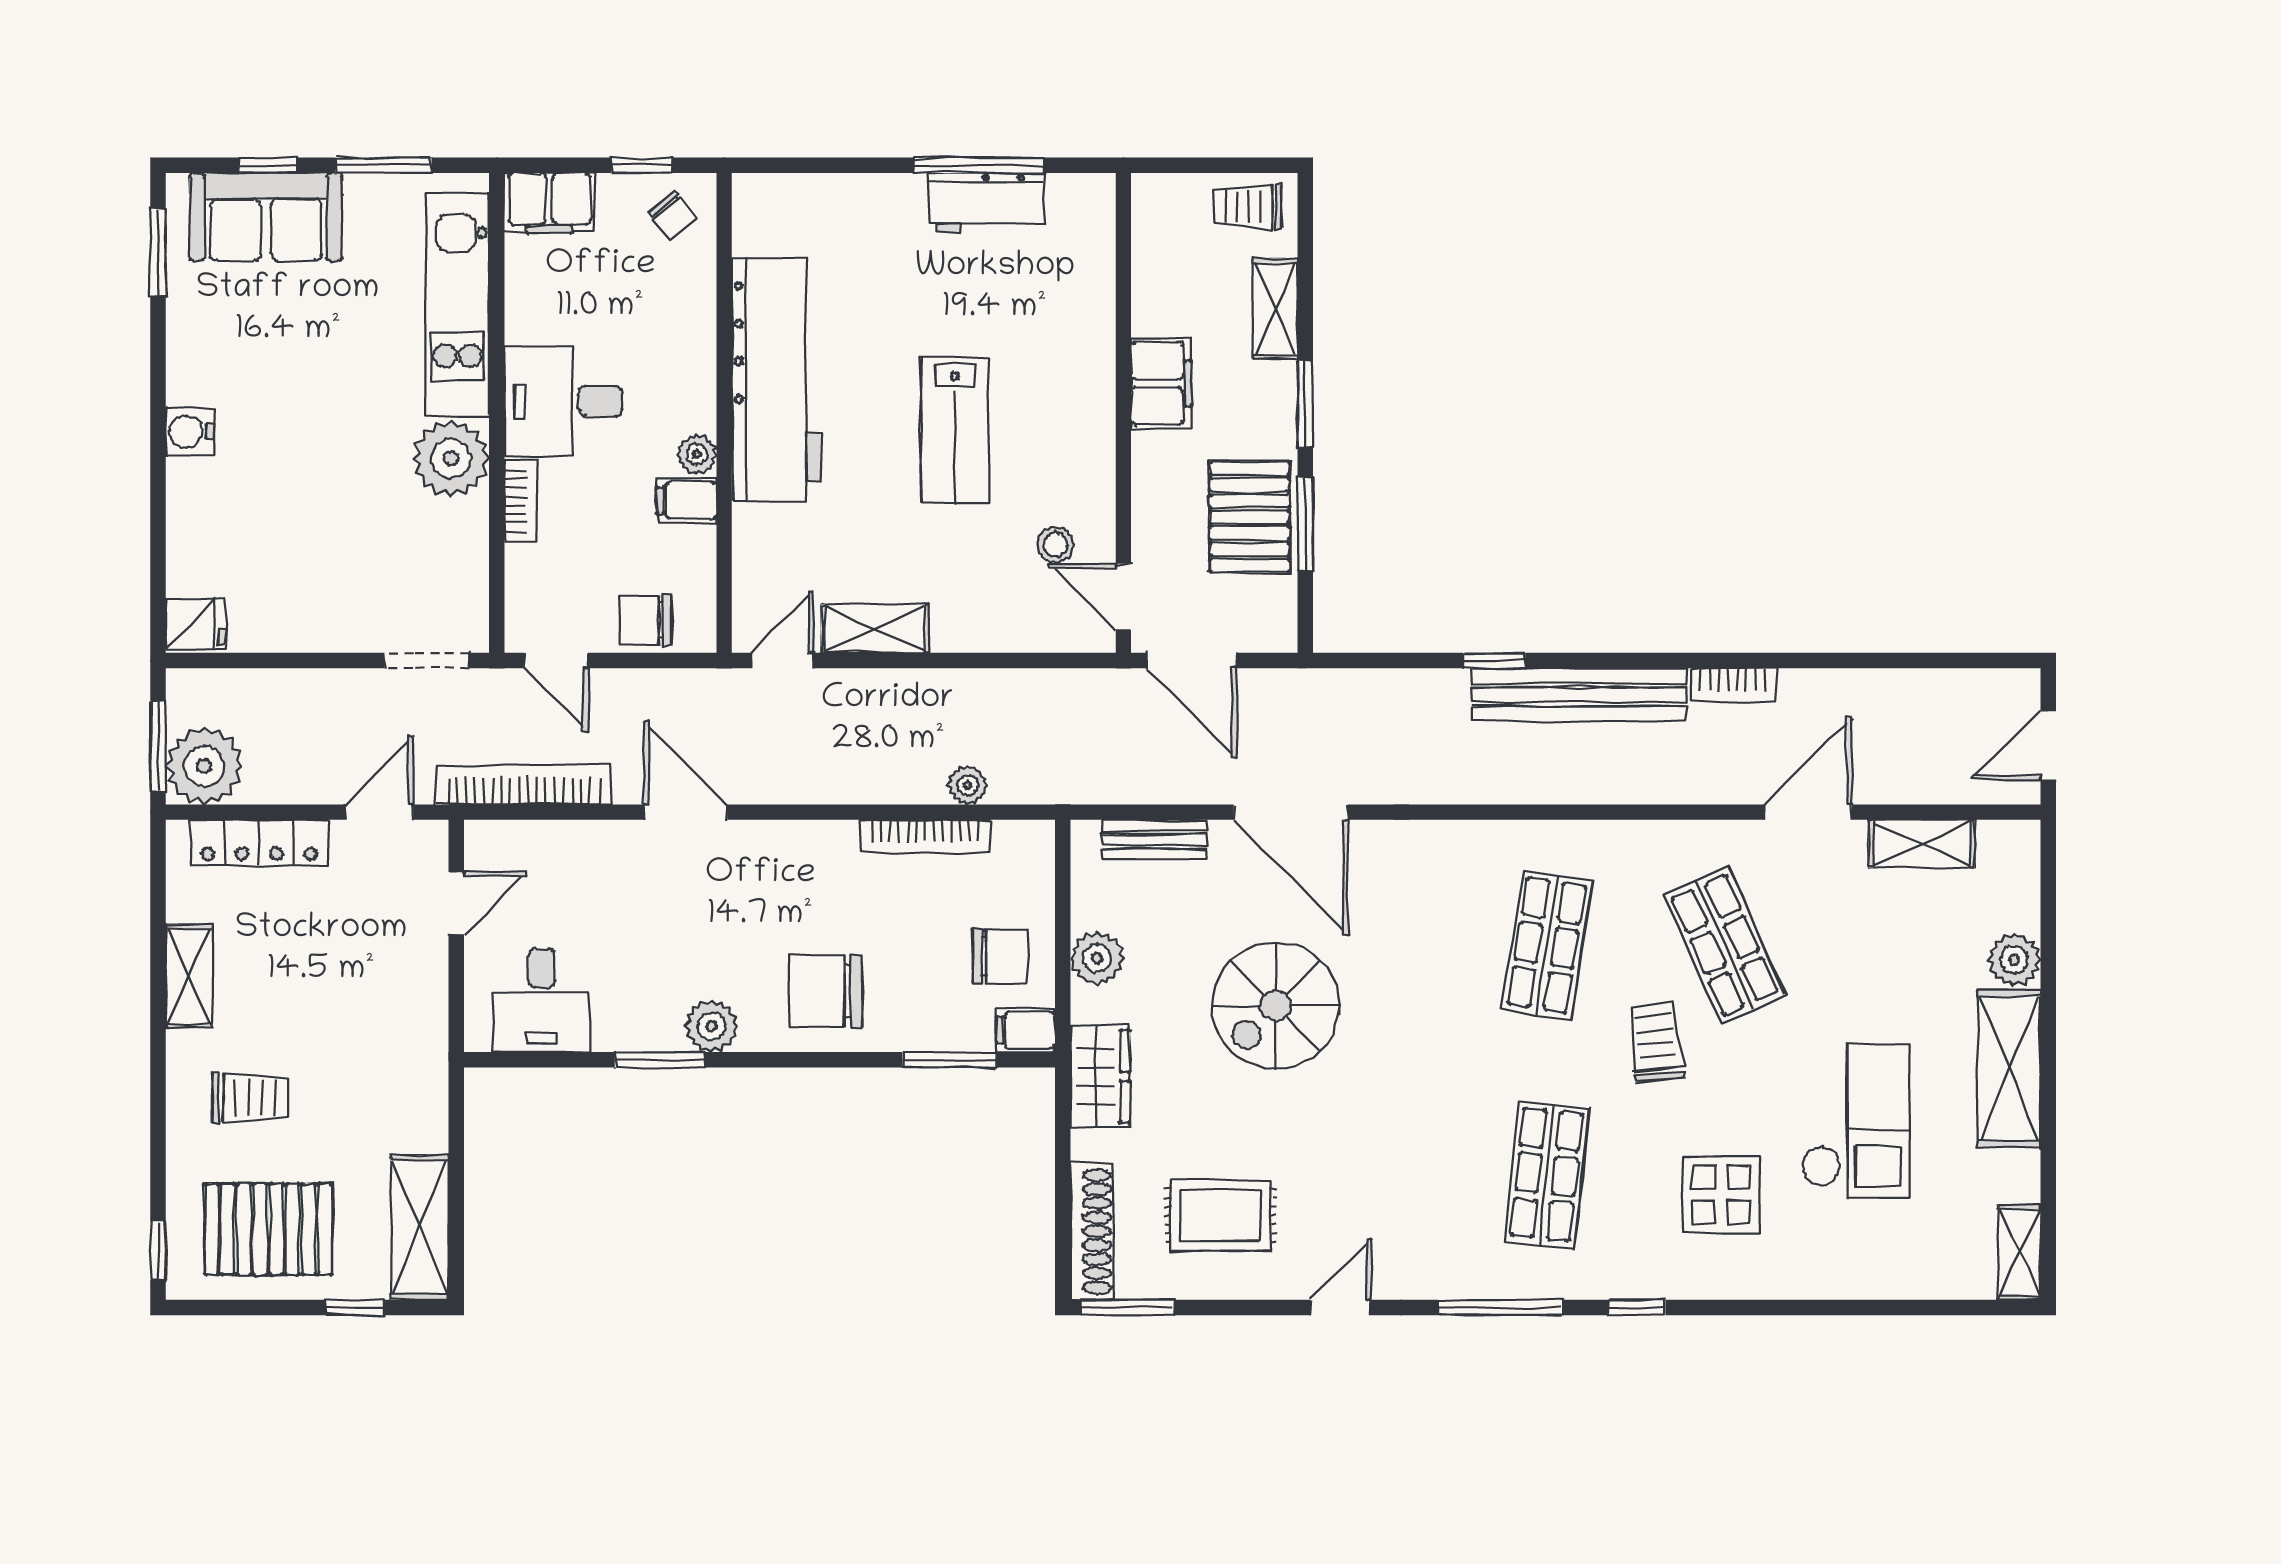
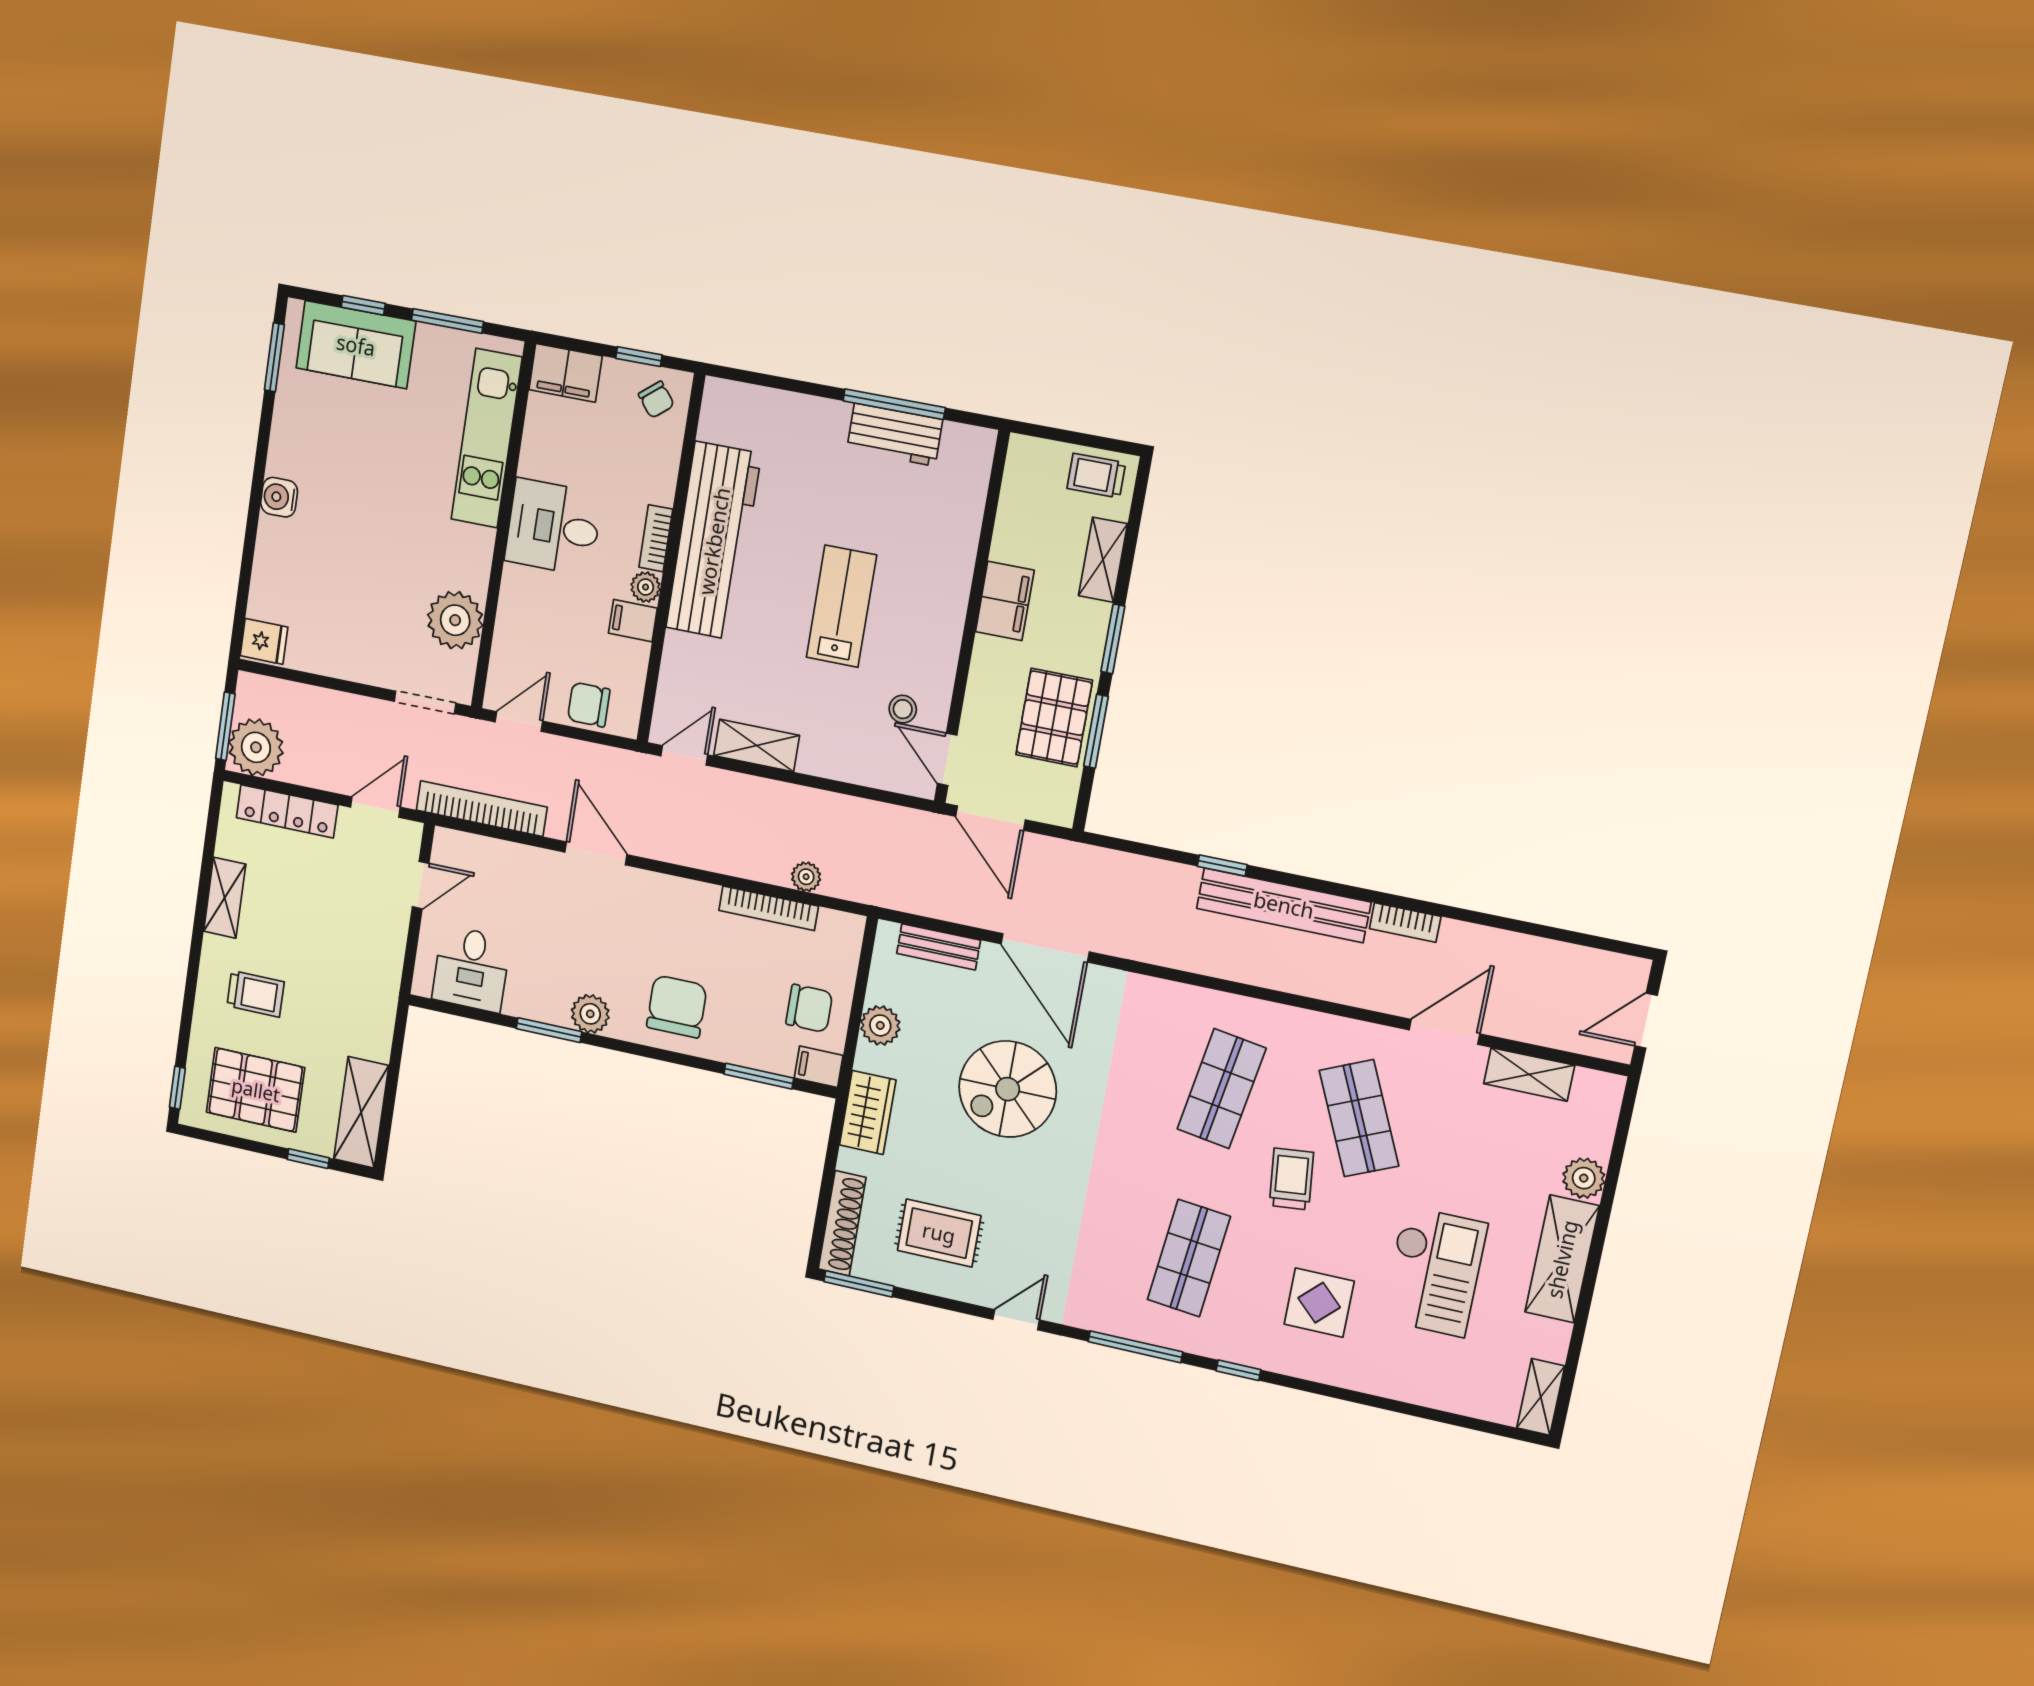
lab bench: (955, 430) -> (841, 606), turned 180
plant: (451, 458) -> (455, 620), moved
bookcase: (521, 501) -> (656, 538), moved, turned 180
door: (556, 661) -> (519, 722), swing flipped
chair: (825, 991) -> (677, 1006), turned 90

